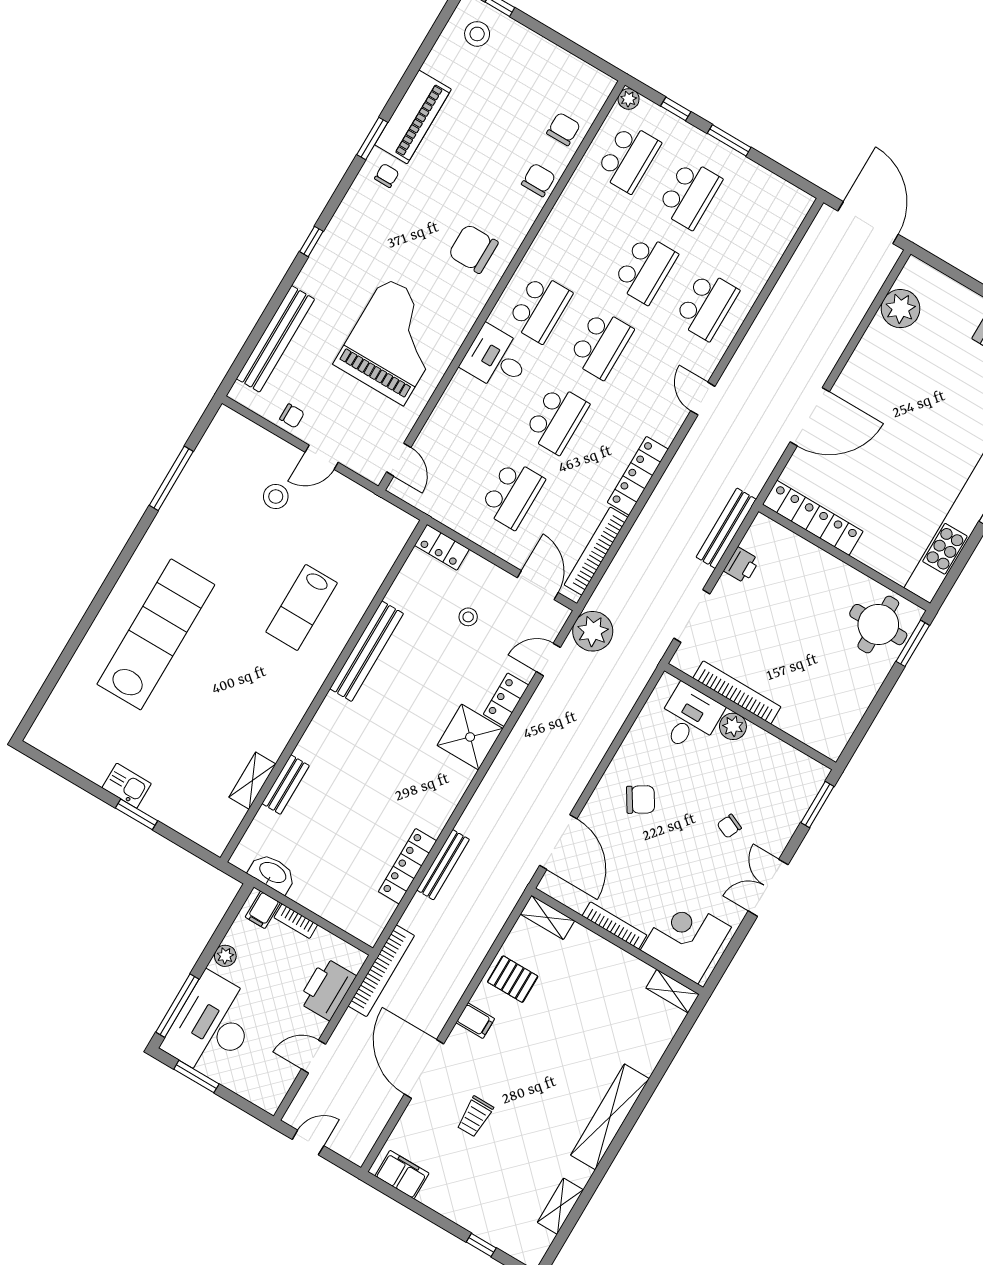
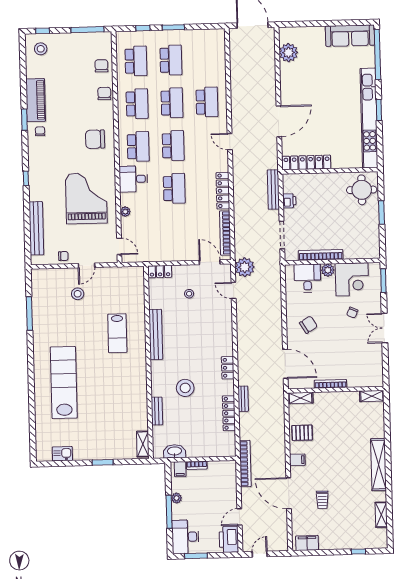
window: (579, 51) -> (87, 30), added
plant: (629, 99) -> (125, 212), moved
school desk: (512, 494) -> (137, 104), moved
window: (913, 643) -> (382, 213), moved
door: (548, 660) -> (234, 290), hinge flipped
locker: (506, 700) -> (228, 368), moved
shower: (470, 737) -> (221, 343), removed
stool: (359, 775) -> (185, 388), added
shelving: (252, 781) -> (143, 444), moved
kitchen sink: (127, 786) -> (62, 454), moved
bench: (443, 865) -> (243, 399), width x0.73
corner desk: (686, 939) -> (352, 279), moved, turned 180
printer: (327, 989) -> (229, 539), moved
window: (177, 1006) -> (169, 512), moved
desk: (212, 1026) -> (185, 537), width x0.73, depth x0.77

